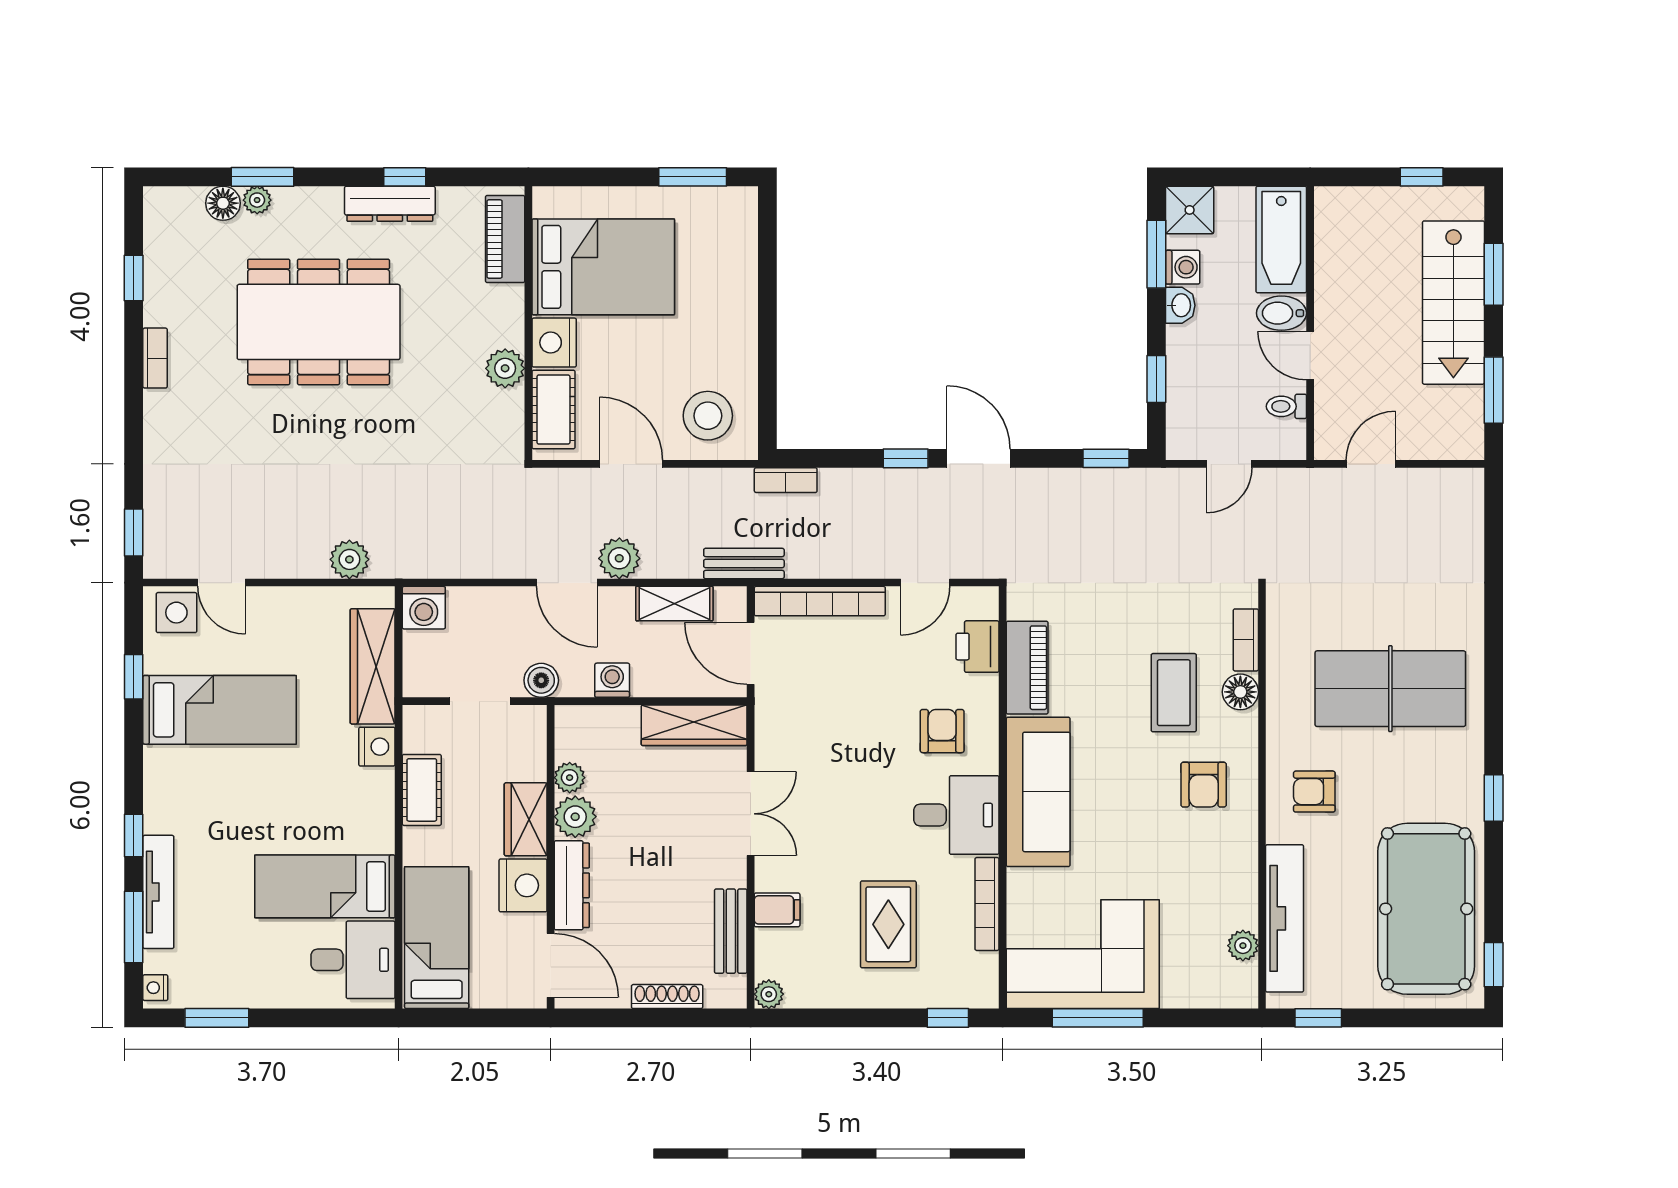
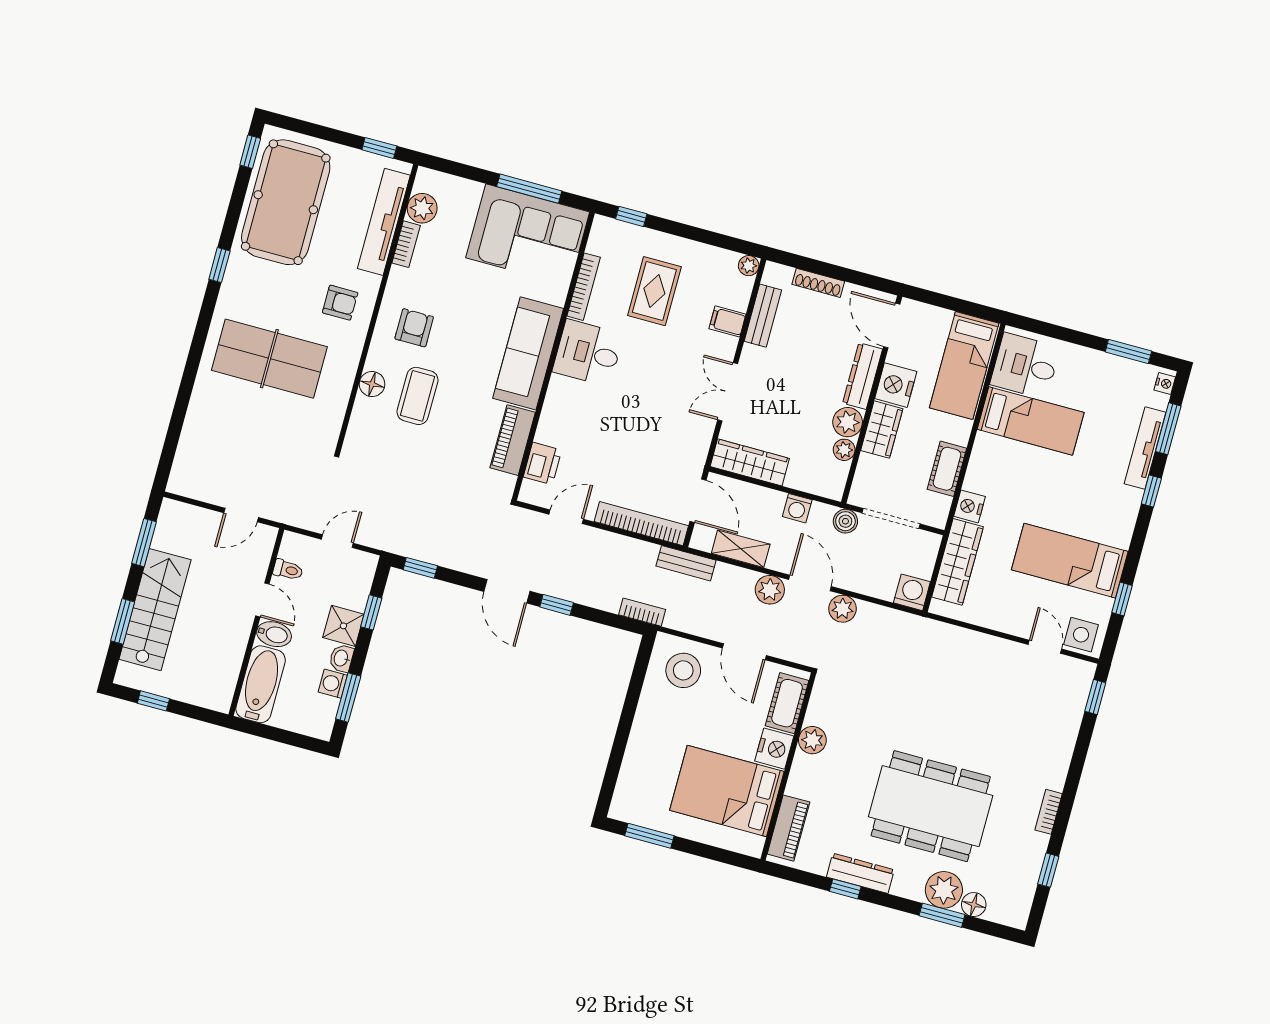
plant: (257, 200) -> (944, 890), width x1.87, depth x1.87
shower: (1190, 210) -> (343, 626), moved
plant: (349, 559) -> (842, 609), moved
bookcase: (1246, 640) -> (406, 244), moved
doorway: (480, 701) -> (891, 518), width x1.38
armchair: (942, 731) -> (582, 413), removed
plant: (1243, 946) -> (422, 208), width x1.38, depth x1.38

